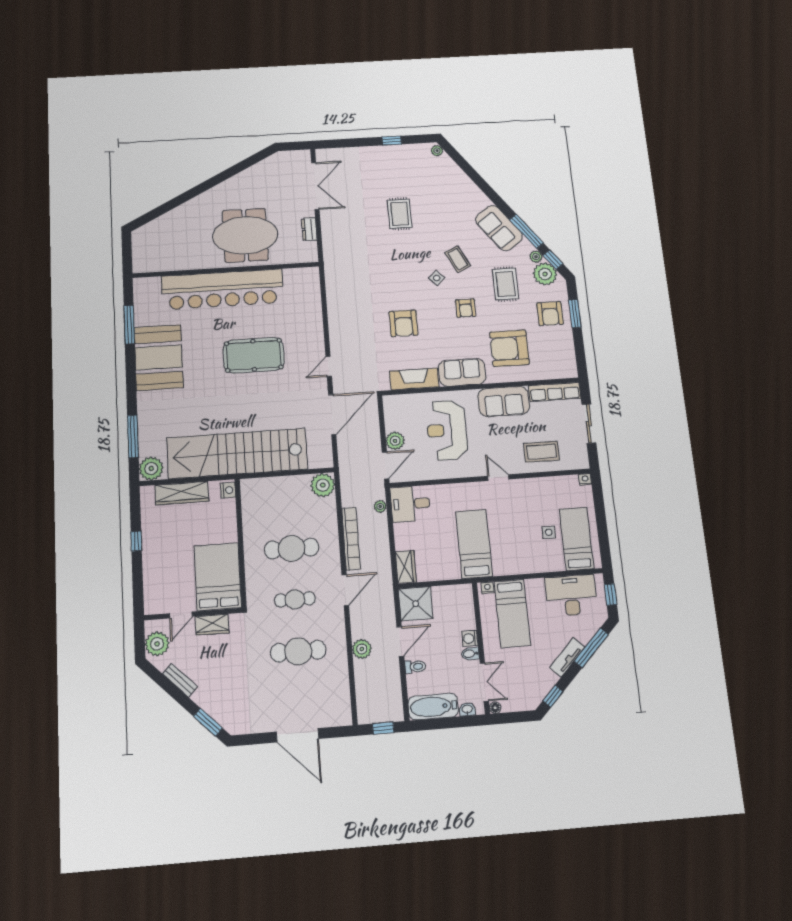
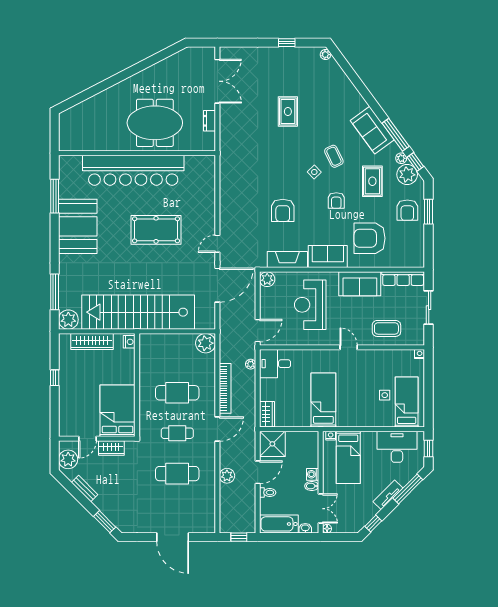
plant: (395, 441) -> (267, 279), moved

